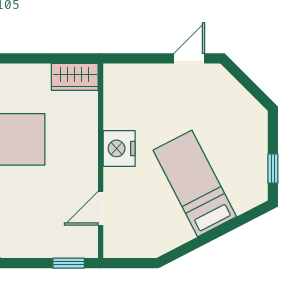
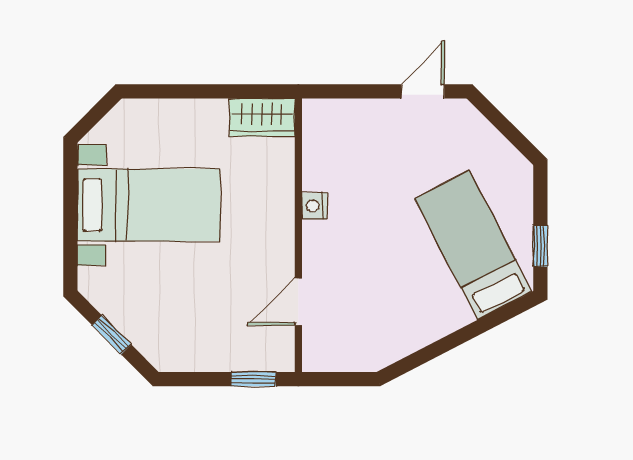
nightstand: (119, 148) -> (314, 206), width x0.53, depth x0.56
bed: (195, 183) -> (473, 245), moved

